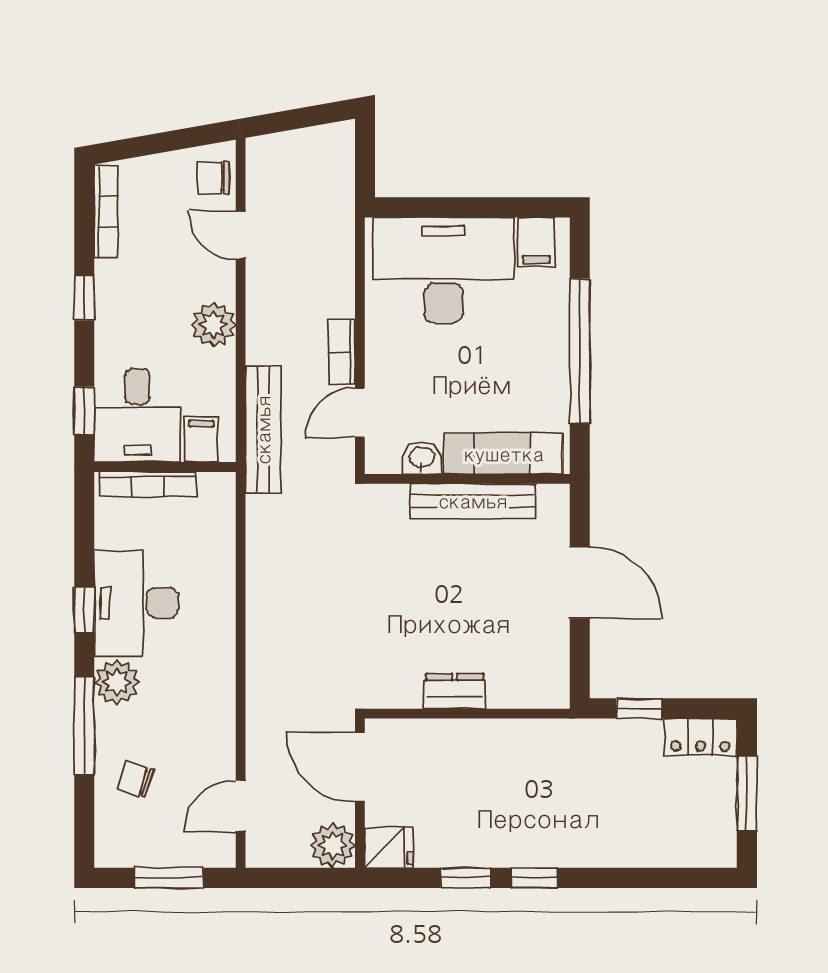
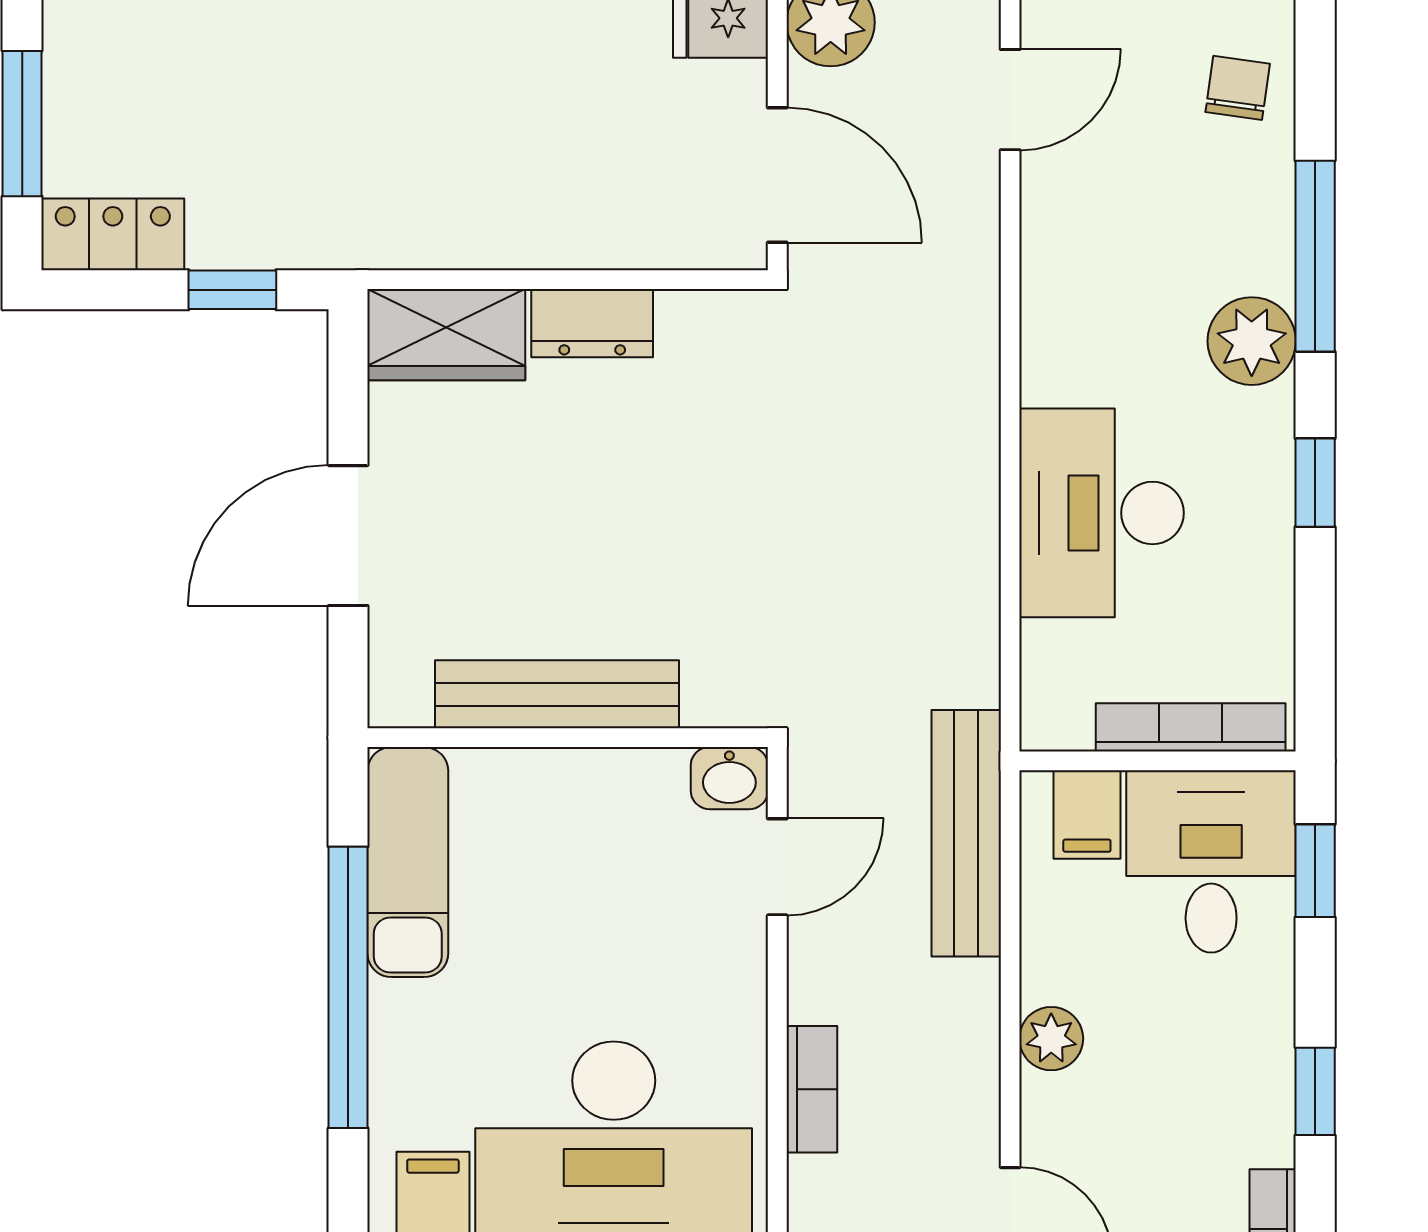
plant: (213, 325) -> (1051, 1039), width x0.73, depth x0.73
bookcase: (342, 352) -> (812, 1089), moved
exam couch: (504, 454) -> (408, 862), moved, turned -90
washbasin: (422, 458) -> (729, 778), moved
door: (580, 582) -> (348, 536), hinge flipped
desk: (136, 603) -> (1102, 513), moved, turned 180
wardrobe: (529, 685) -> (446, 335), added
chair: (136, 779) -> (1238, 88), moved, turned -100

